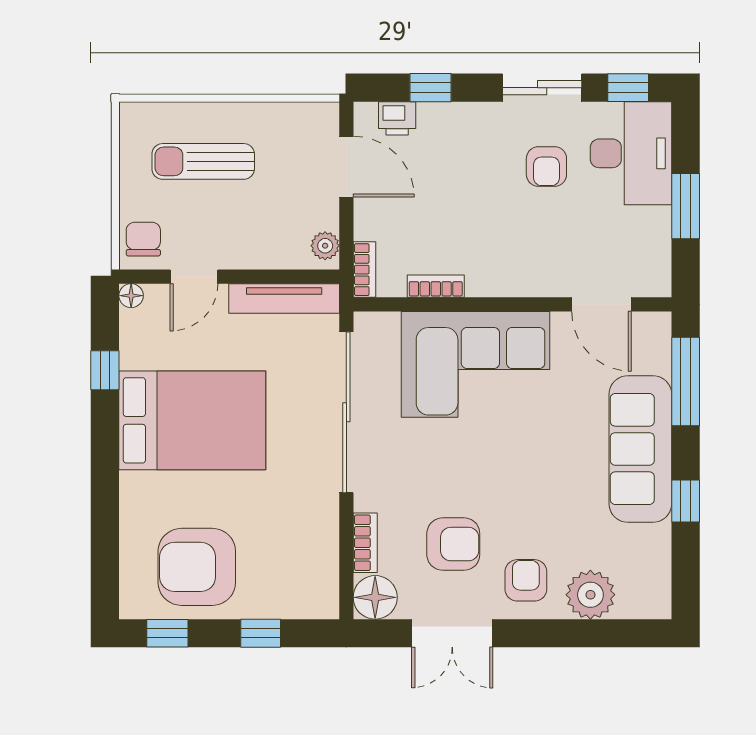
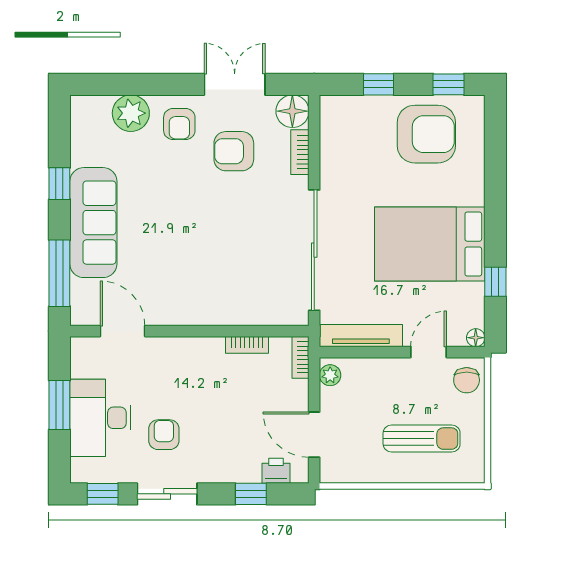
desk: (631, 153) -> (100, 418), moved
corner sofa: (476, 364) -> (217, 286), removed

